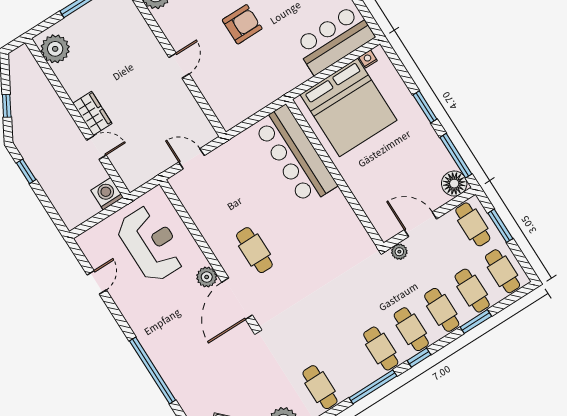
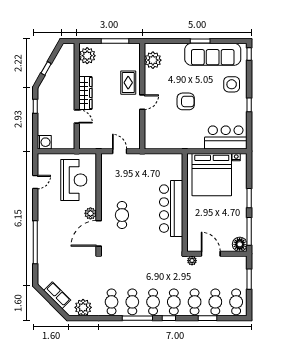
rug: (140, 50) -> (128, 83), added
wardrobe: (92, 113) -> (85, 93), width x1.50
bar counter: (295, 155) -> (171, 209), moved
washing machine: (107, 194) -> (44, 142), moved, turned 90
cafe table: (473, 224) -> (132, 302), moved

